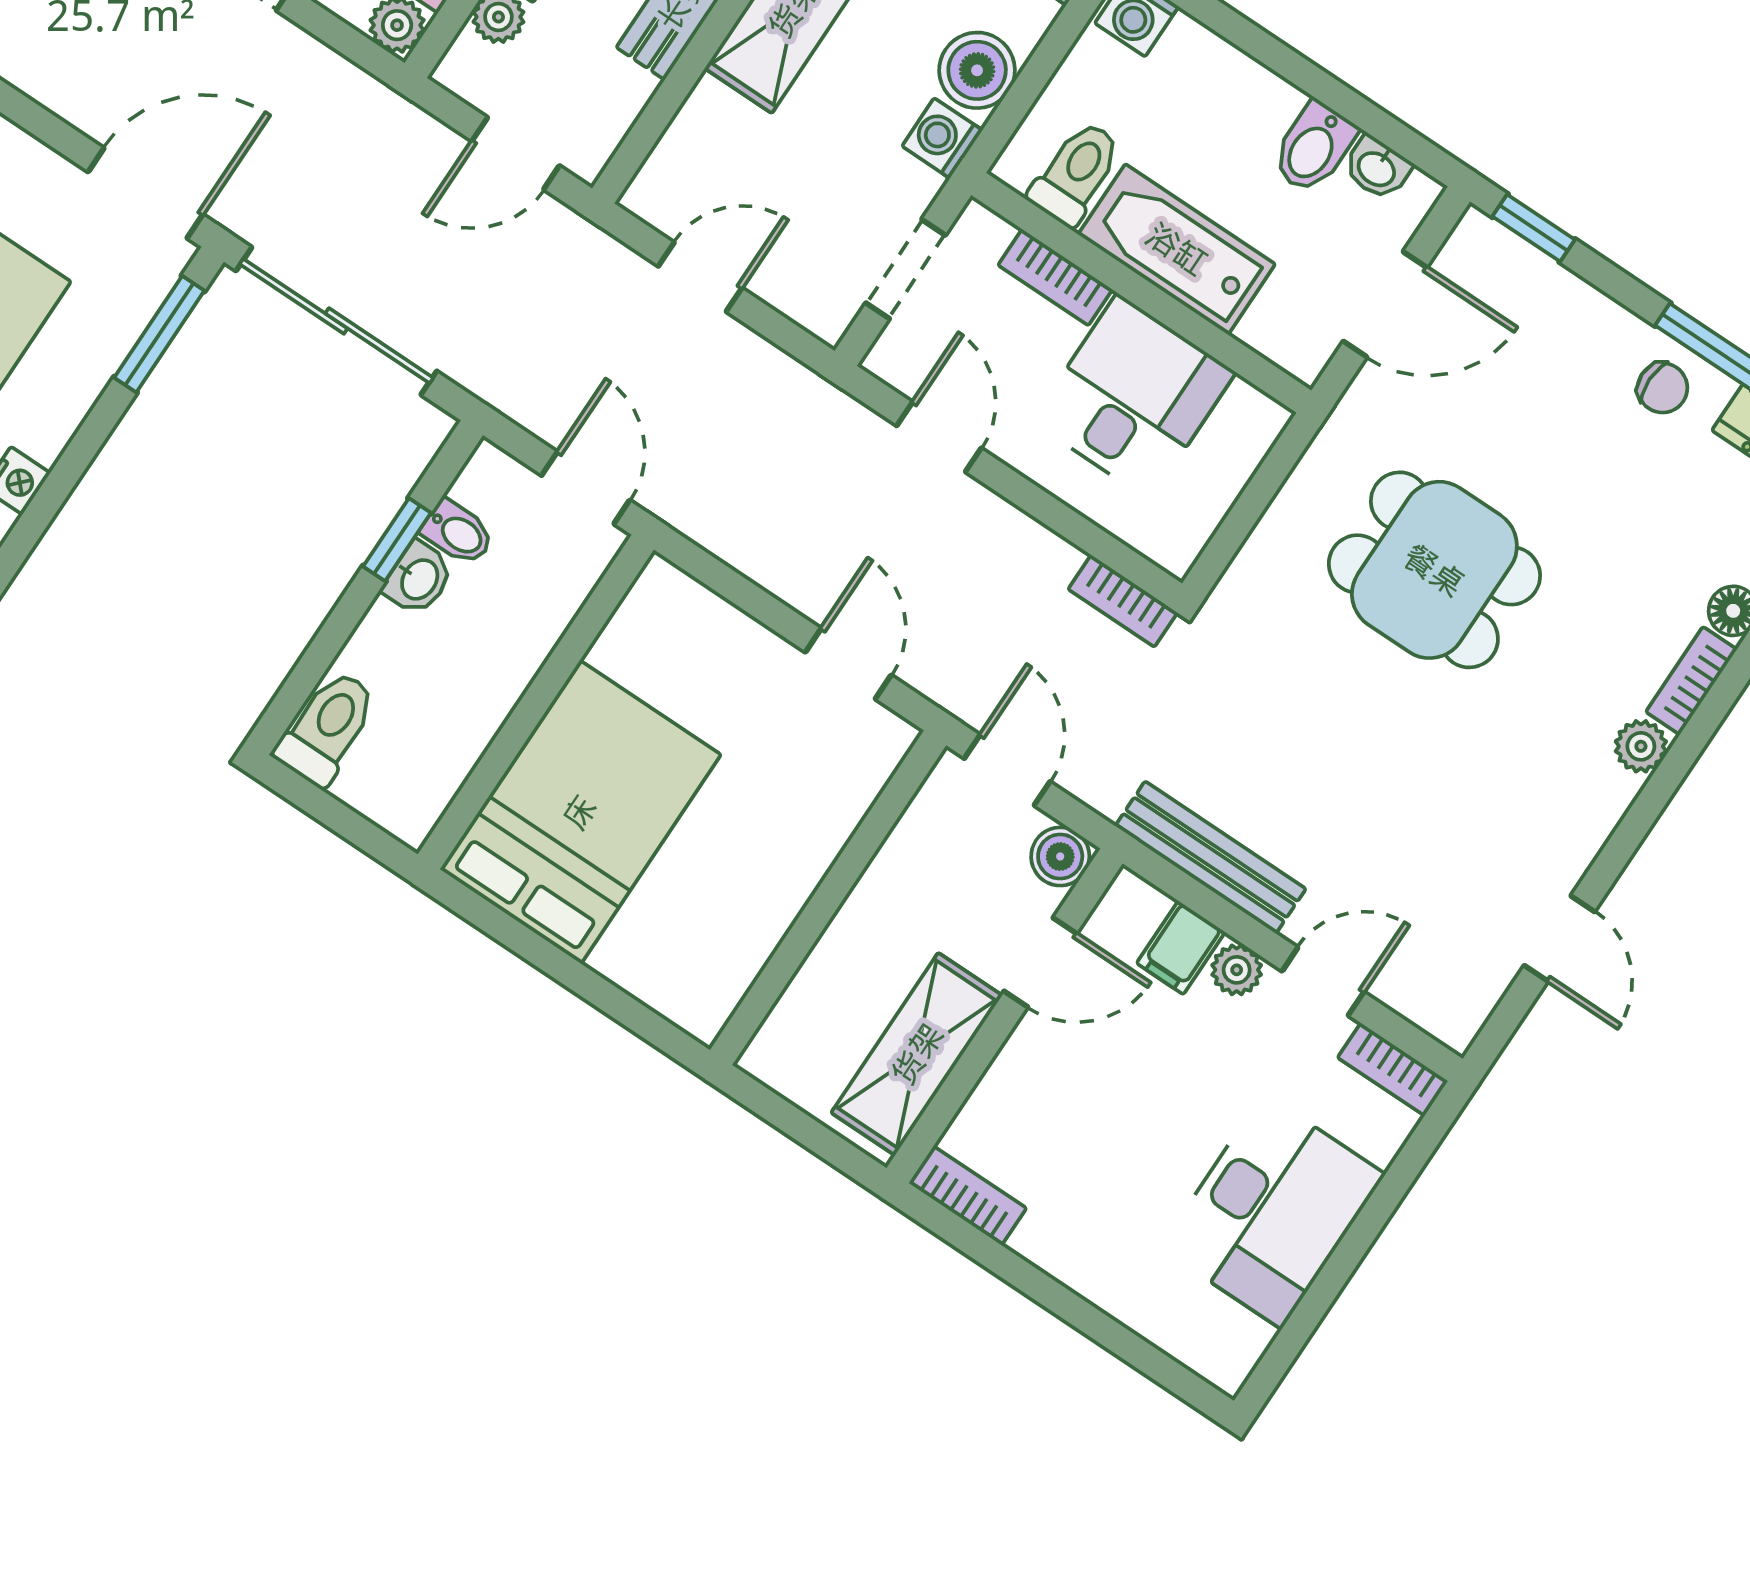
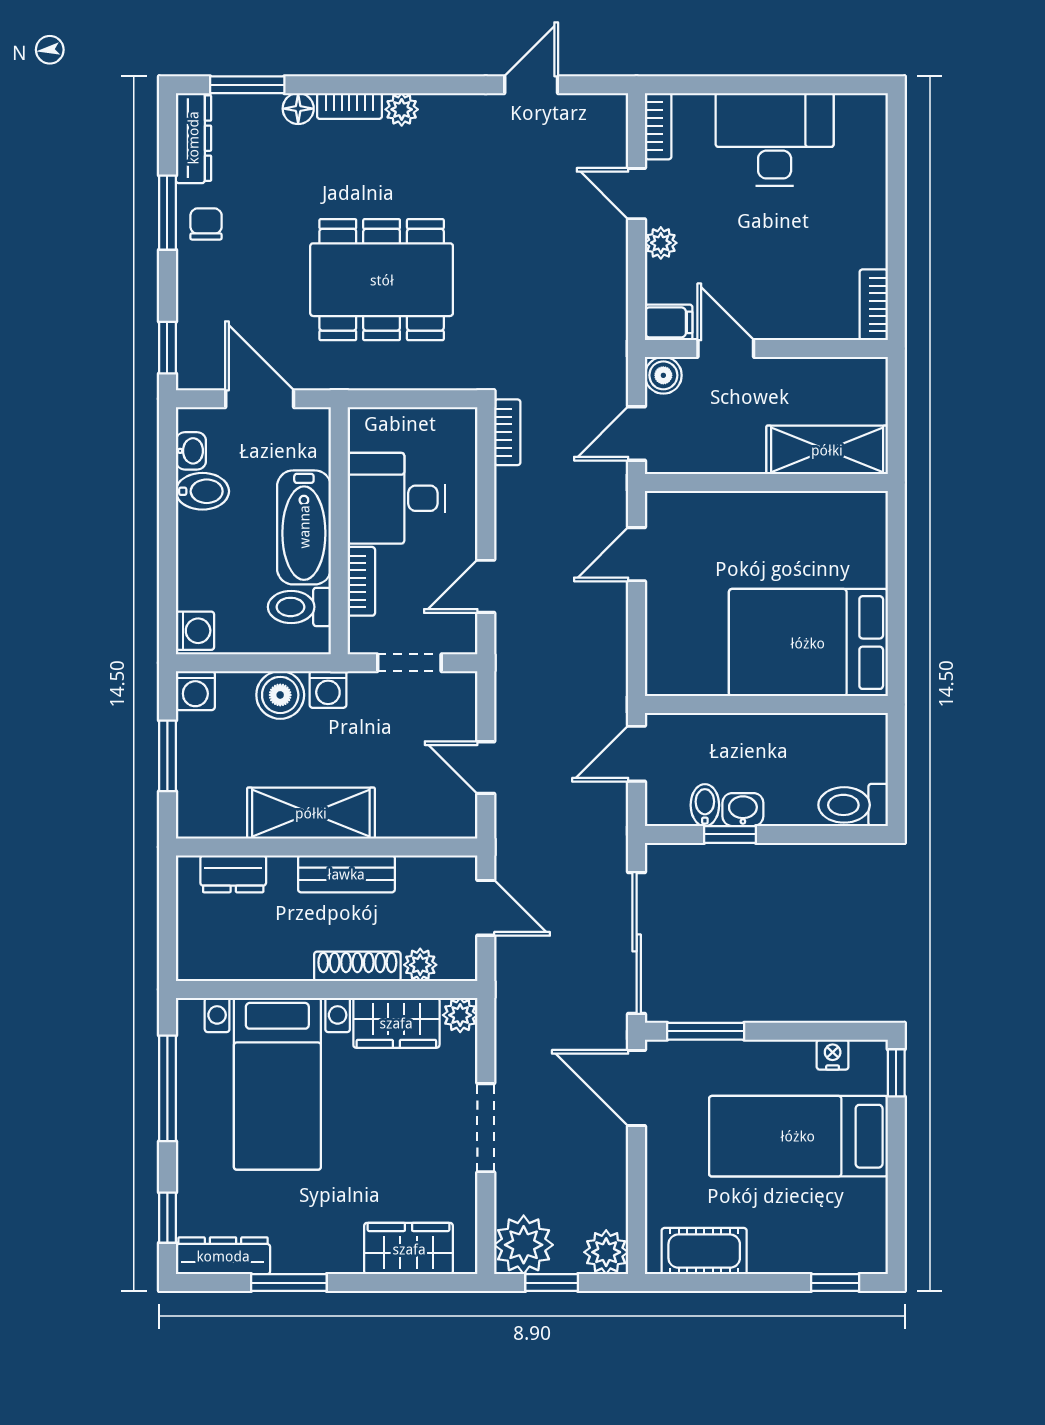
dining table: (1434, 570) -> (382, 280), width x1.37
bench: (1210, 857) -> (611, 296), removed
filing cabinet: (1181, 948) -> (669, 322), moved
shelving: (917, 1054) -> (827, 450), moved

